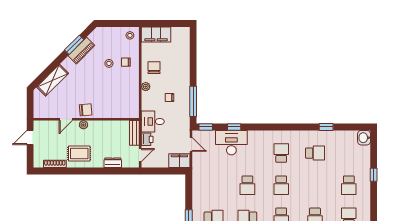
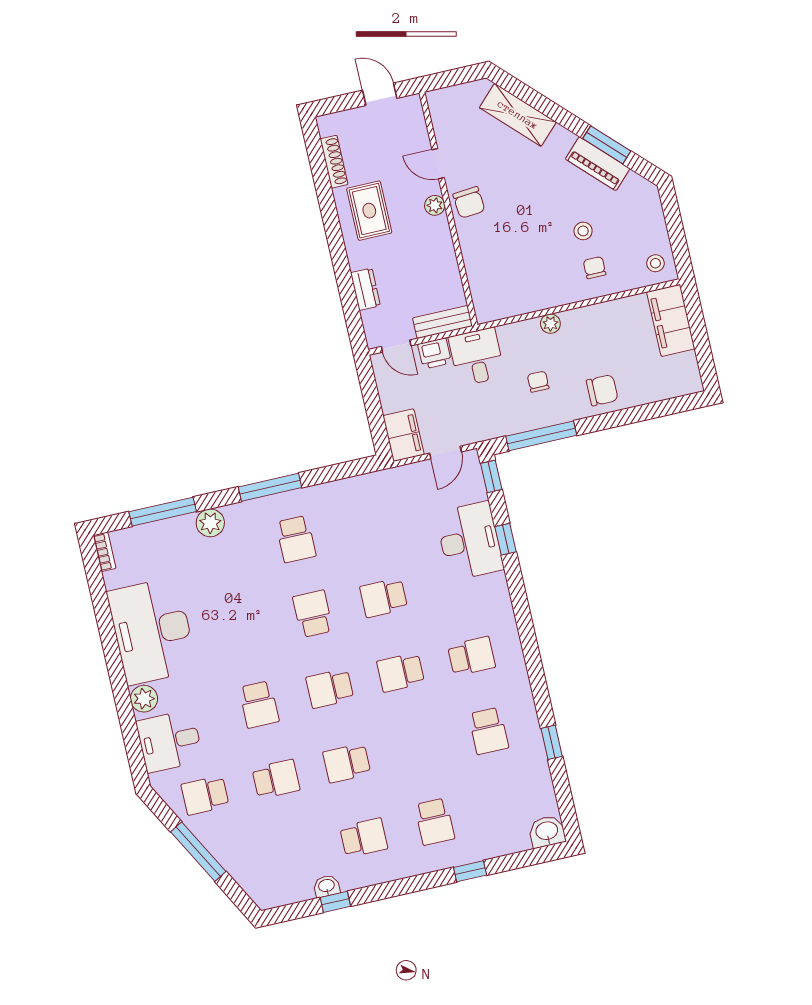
chair: (154, 68) -> (602, 390), moved
school desk: (349, 185) -> (435, 822), turned -90

